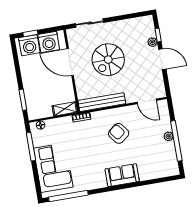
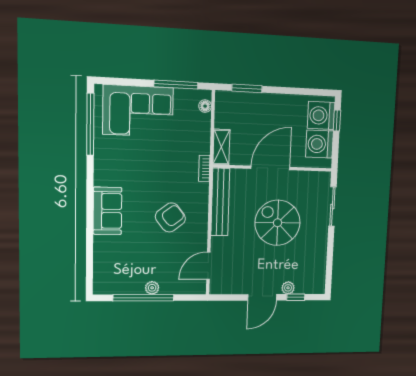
door: (70, 62) -> (270, 168), moved

